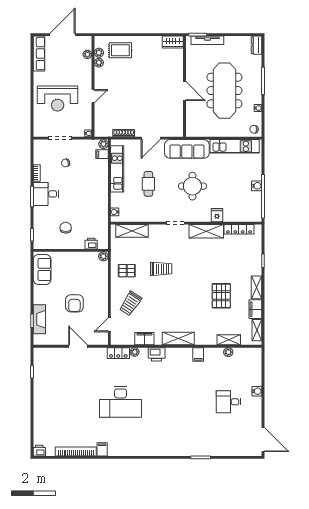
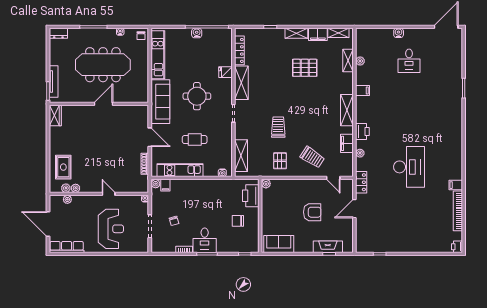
printer: (91, 244) -> (251, 196), width x1.87, depth x1.48
locker: (118, 353) -> (361, 182), moved

